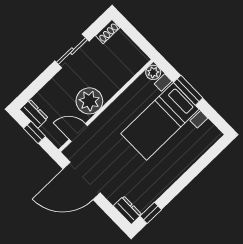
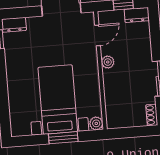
plant: (89, 101) -> (108, 62), width x0.53, depth x0.53

